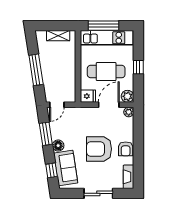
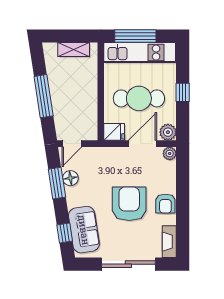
floor lamp: (58, 146) -> (70, 178), moved
armchair: (99, 149) -> (129, 204), turned 90
sliding door: (98, 193) -> (128, 264), width x1.37

